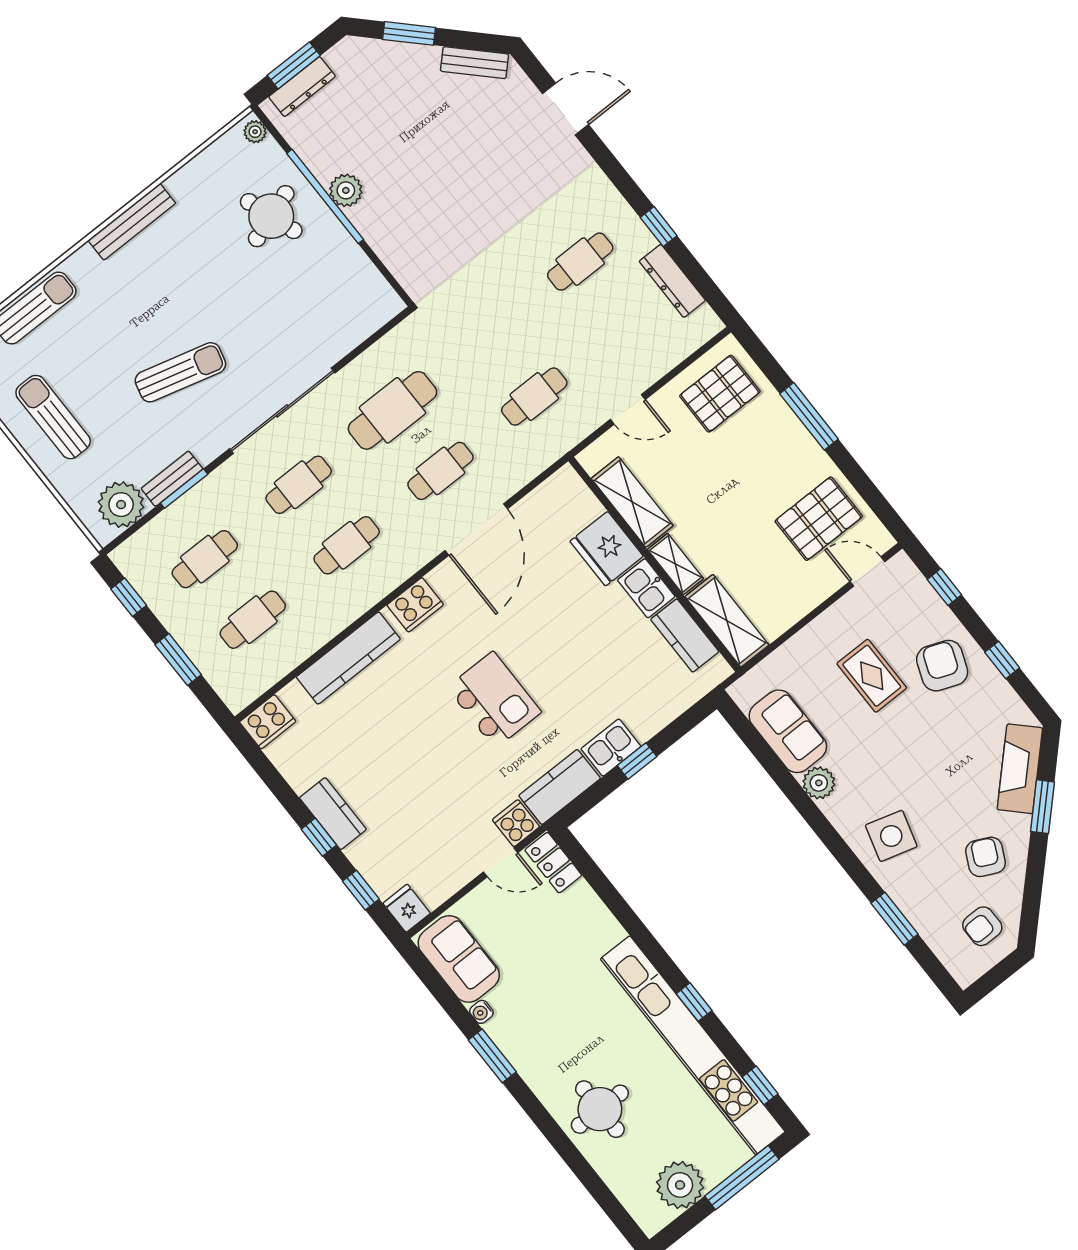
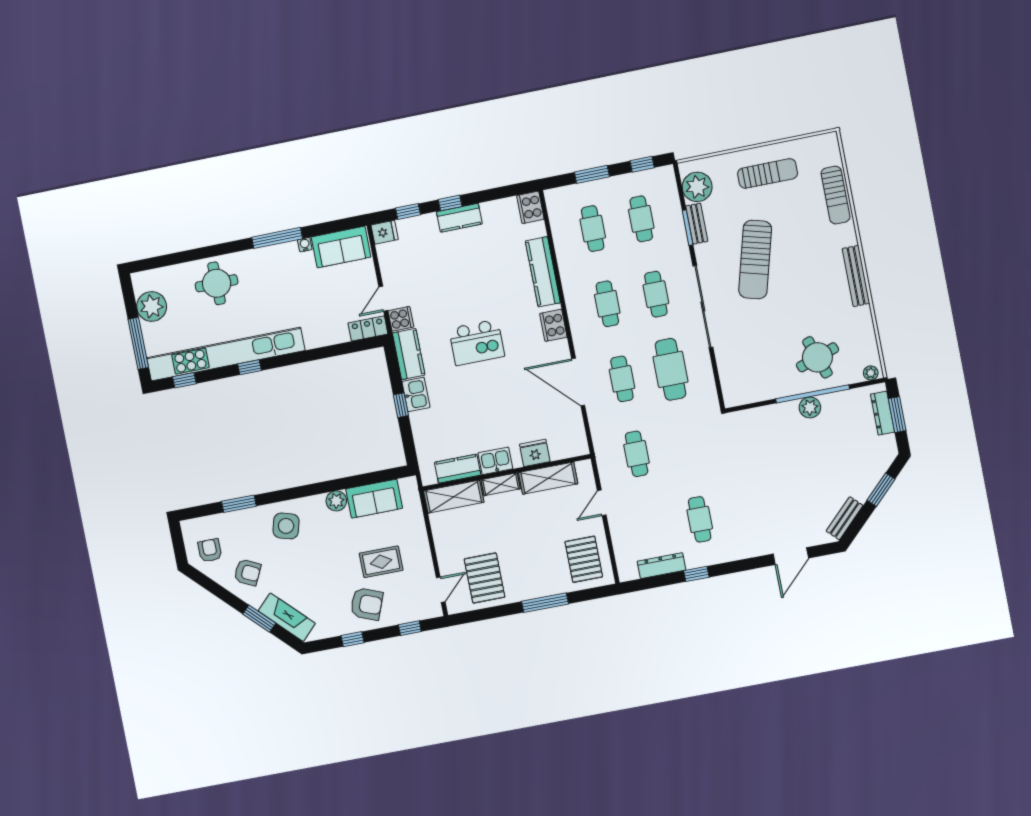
sun lounger: (180, 372) -> (755, 260), width x1.36, depth x1.34
fridge: (607, 549) -> (535, 453), width x0.73, depth x0.75
window: (492, 1056) -> (277, 238), width x1.44

